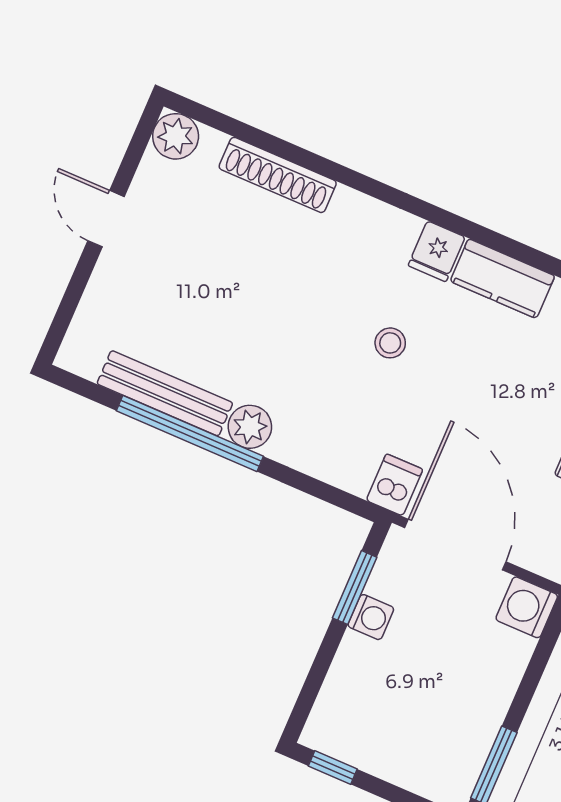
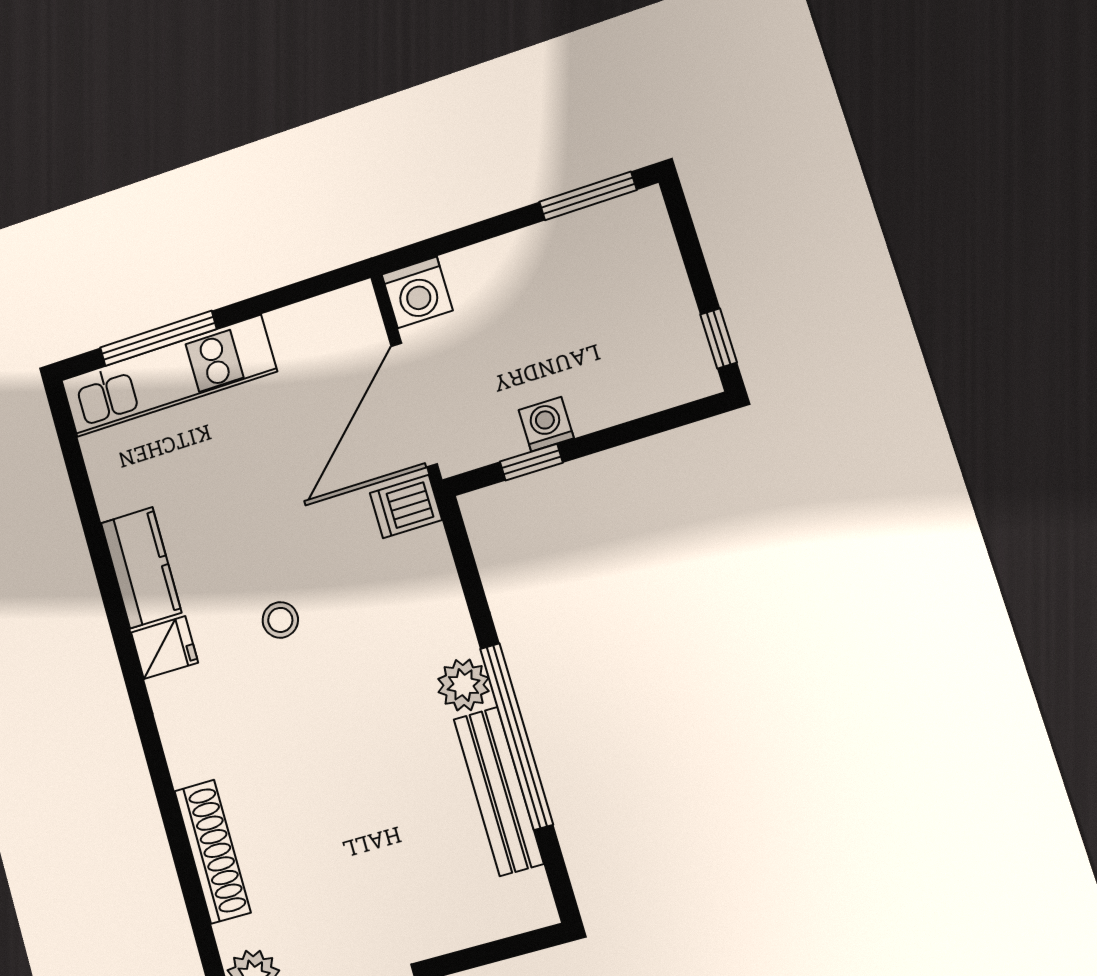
window: (355, 588) -> (531, 462), width x0.67

